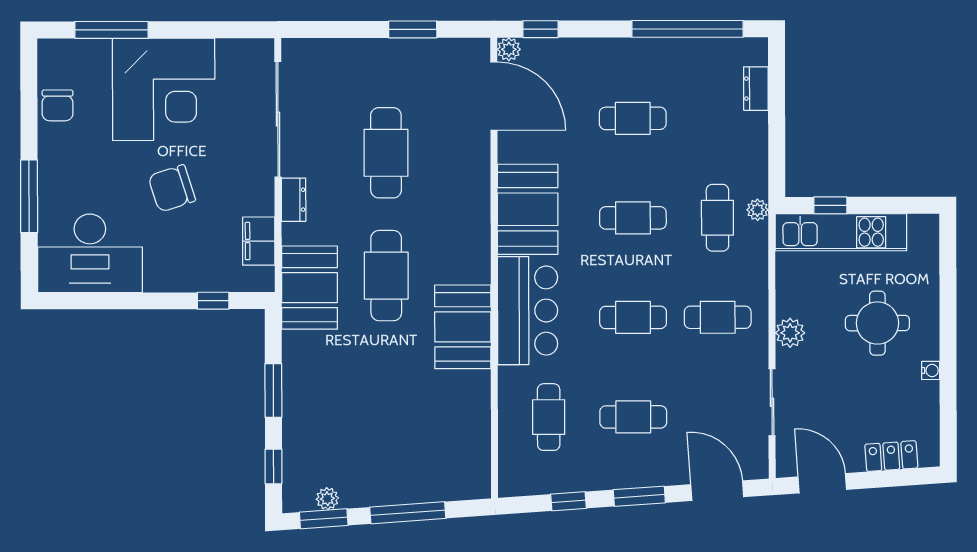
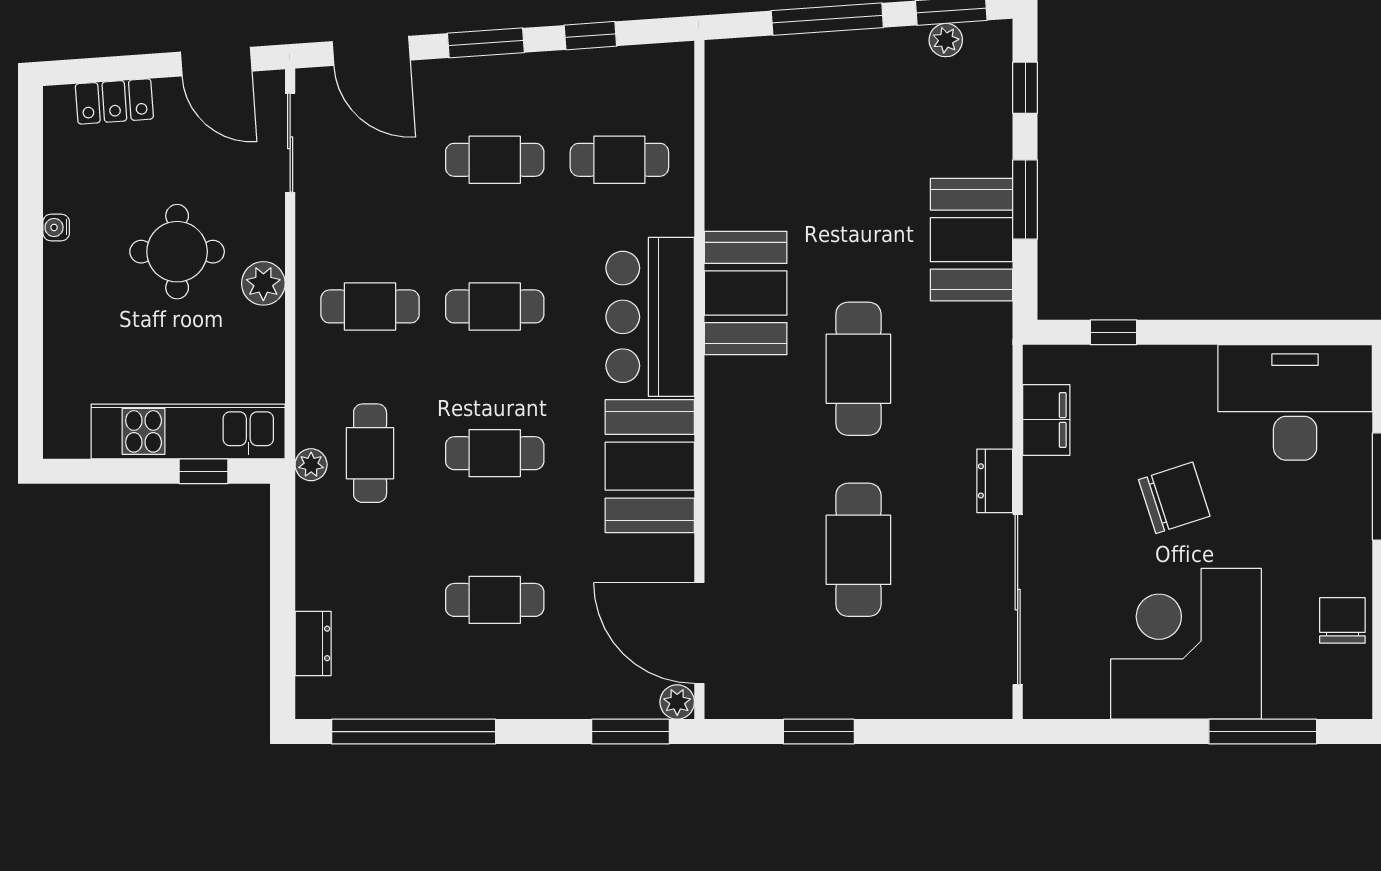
window: (540, 29) -> (630, 732), width x1.50
booth: (310, 288) -> (972, 240), moved
round table: (877, 323) -> (177, 252), moved
sliding door: (772, 402) -> (290, 143), moved
cafe table: (549, 417) -> (619, 160), turned 90

